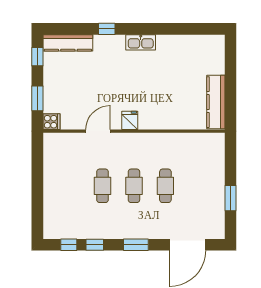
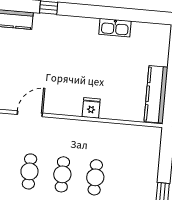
kitchen sink: (141, 42) -> (115, 28), moved
fridge: (130, 120) -> (91, 108), moved

